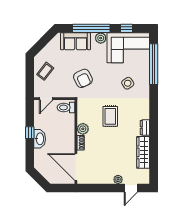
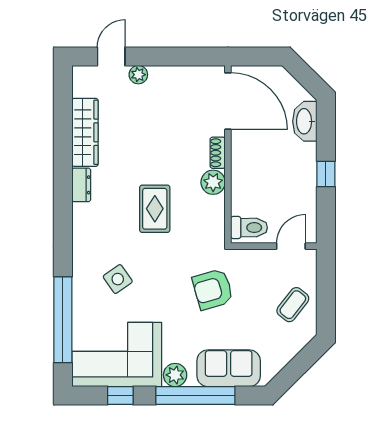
armchair: (83, 78) -> (213, 289), turned -80
washbasin: (40, 139) -> (305, 121), moved

